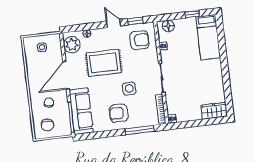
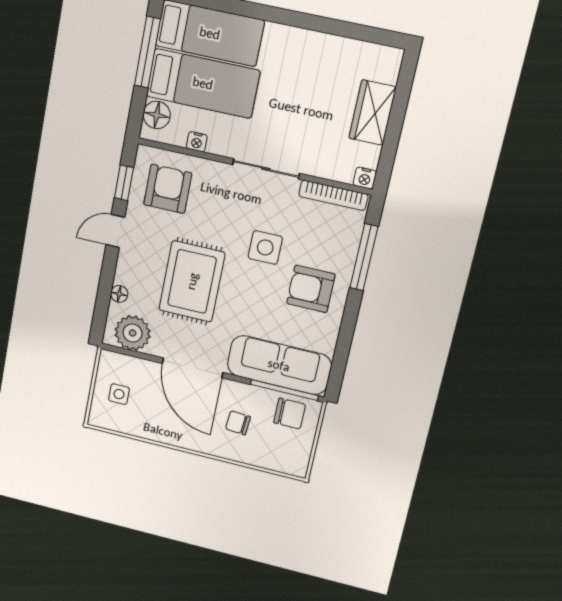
window: (192, 14) -> (147, 52), width x2.17
bed: (187, 41) -> (203, 83), added
wardrobe: (214, 111) -> (372, 113), moved
armchair: (119, 113) -> (311, 289), turned 90
chair: (47, 125) -> (290, 413), moved

